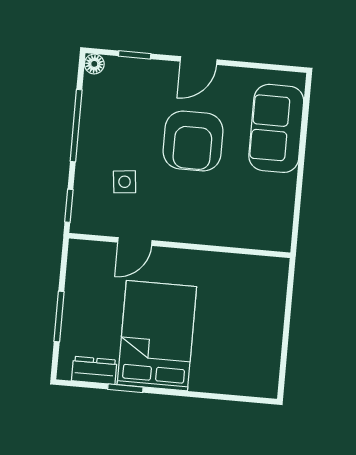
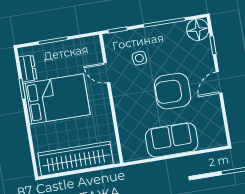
door: (199, 61) -> (219, 83), hinge flipped
floor lamp: (94, 64) -> (198, 30), width x1.89, depth x1.89
sofa: (276, 128) -> (172, 140), moved
wardrobe: (263, 329) -> (76, 159), added

